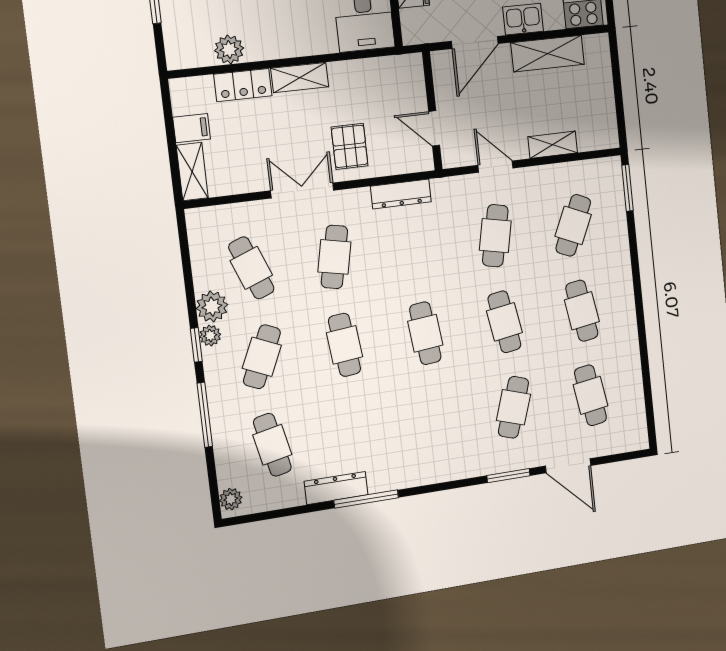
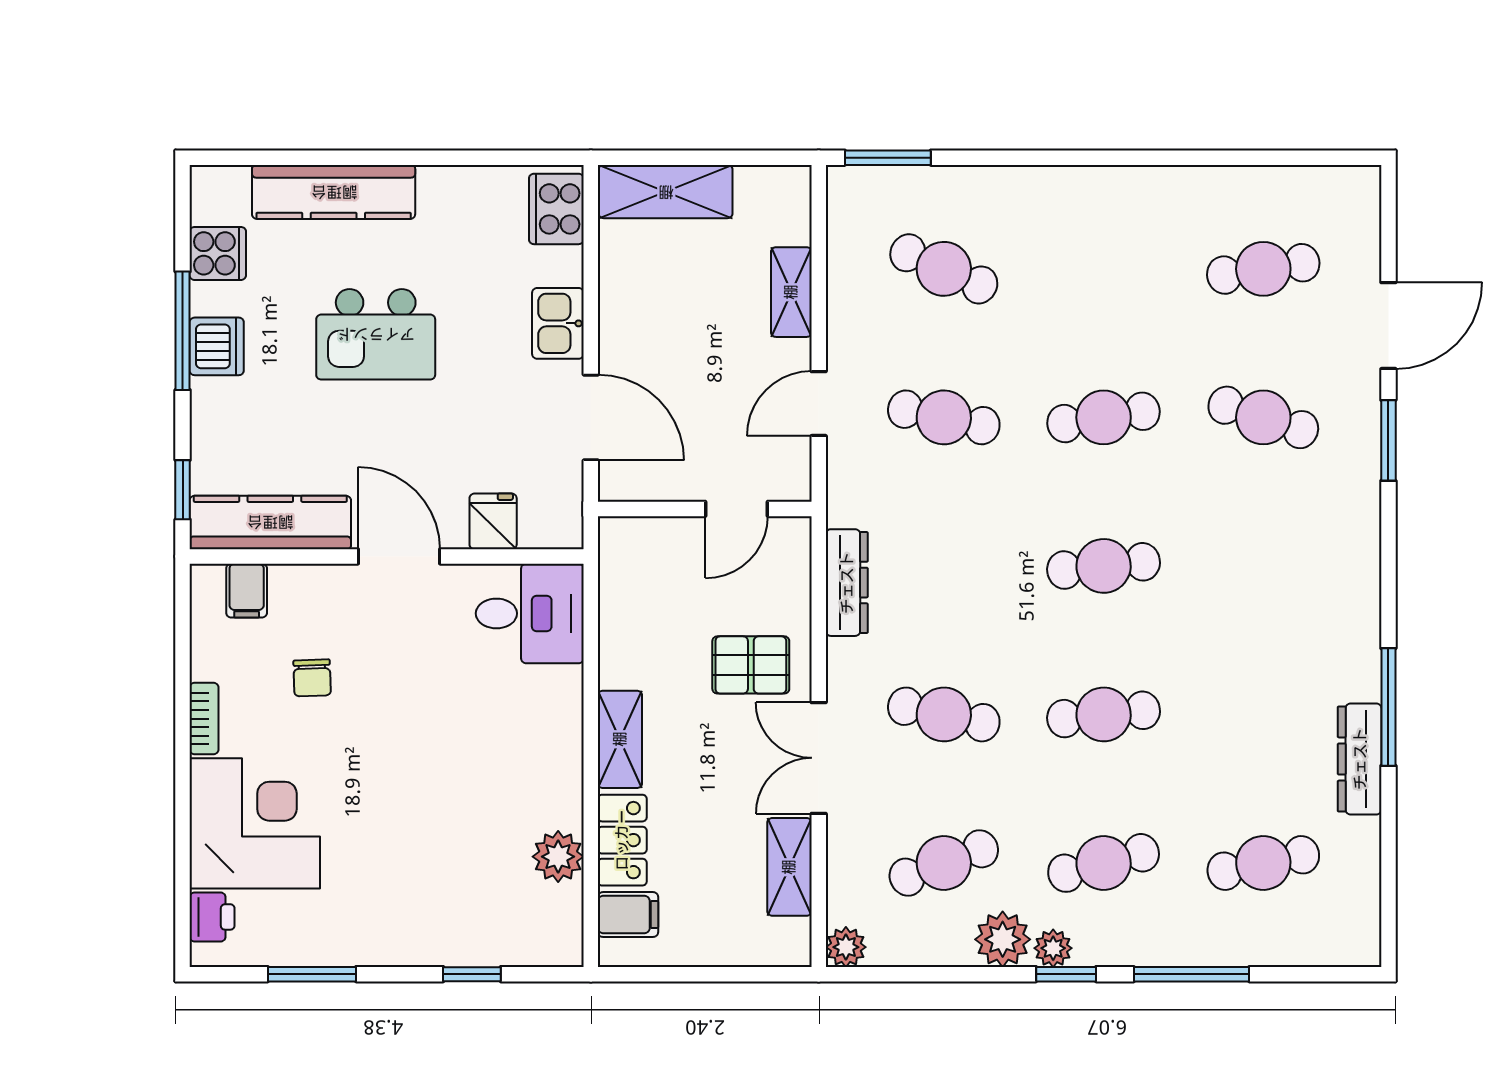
shelving: (548, 54) -> (666, 192), moved, turned 90
filing cabinet: (192, 128) -> (628, 915), moved, turned 90
shelving: (192, 172) -> (789, 867), moved, turned 90
cafe table: (582, 311) -> (1104, 269), removed
cafe table: (262, 357) -> (1104, 863), turned -39
plant: (231, 499) -> (846, 947), moved

